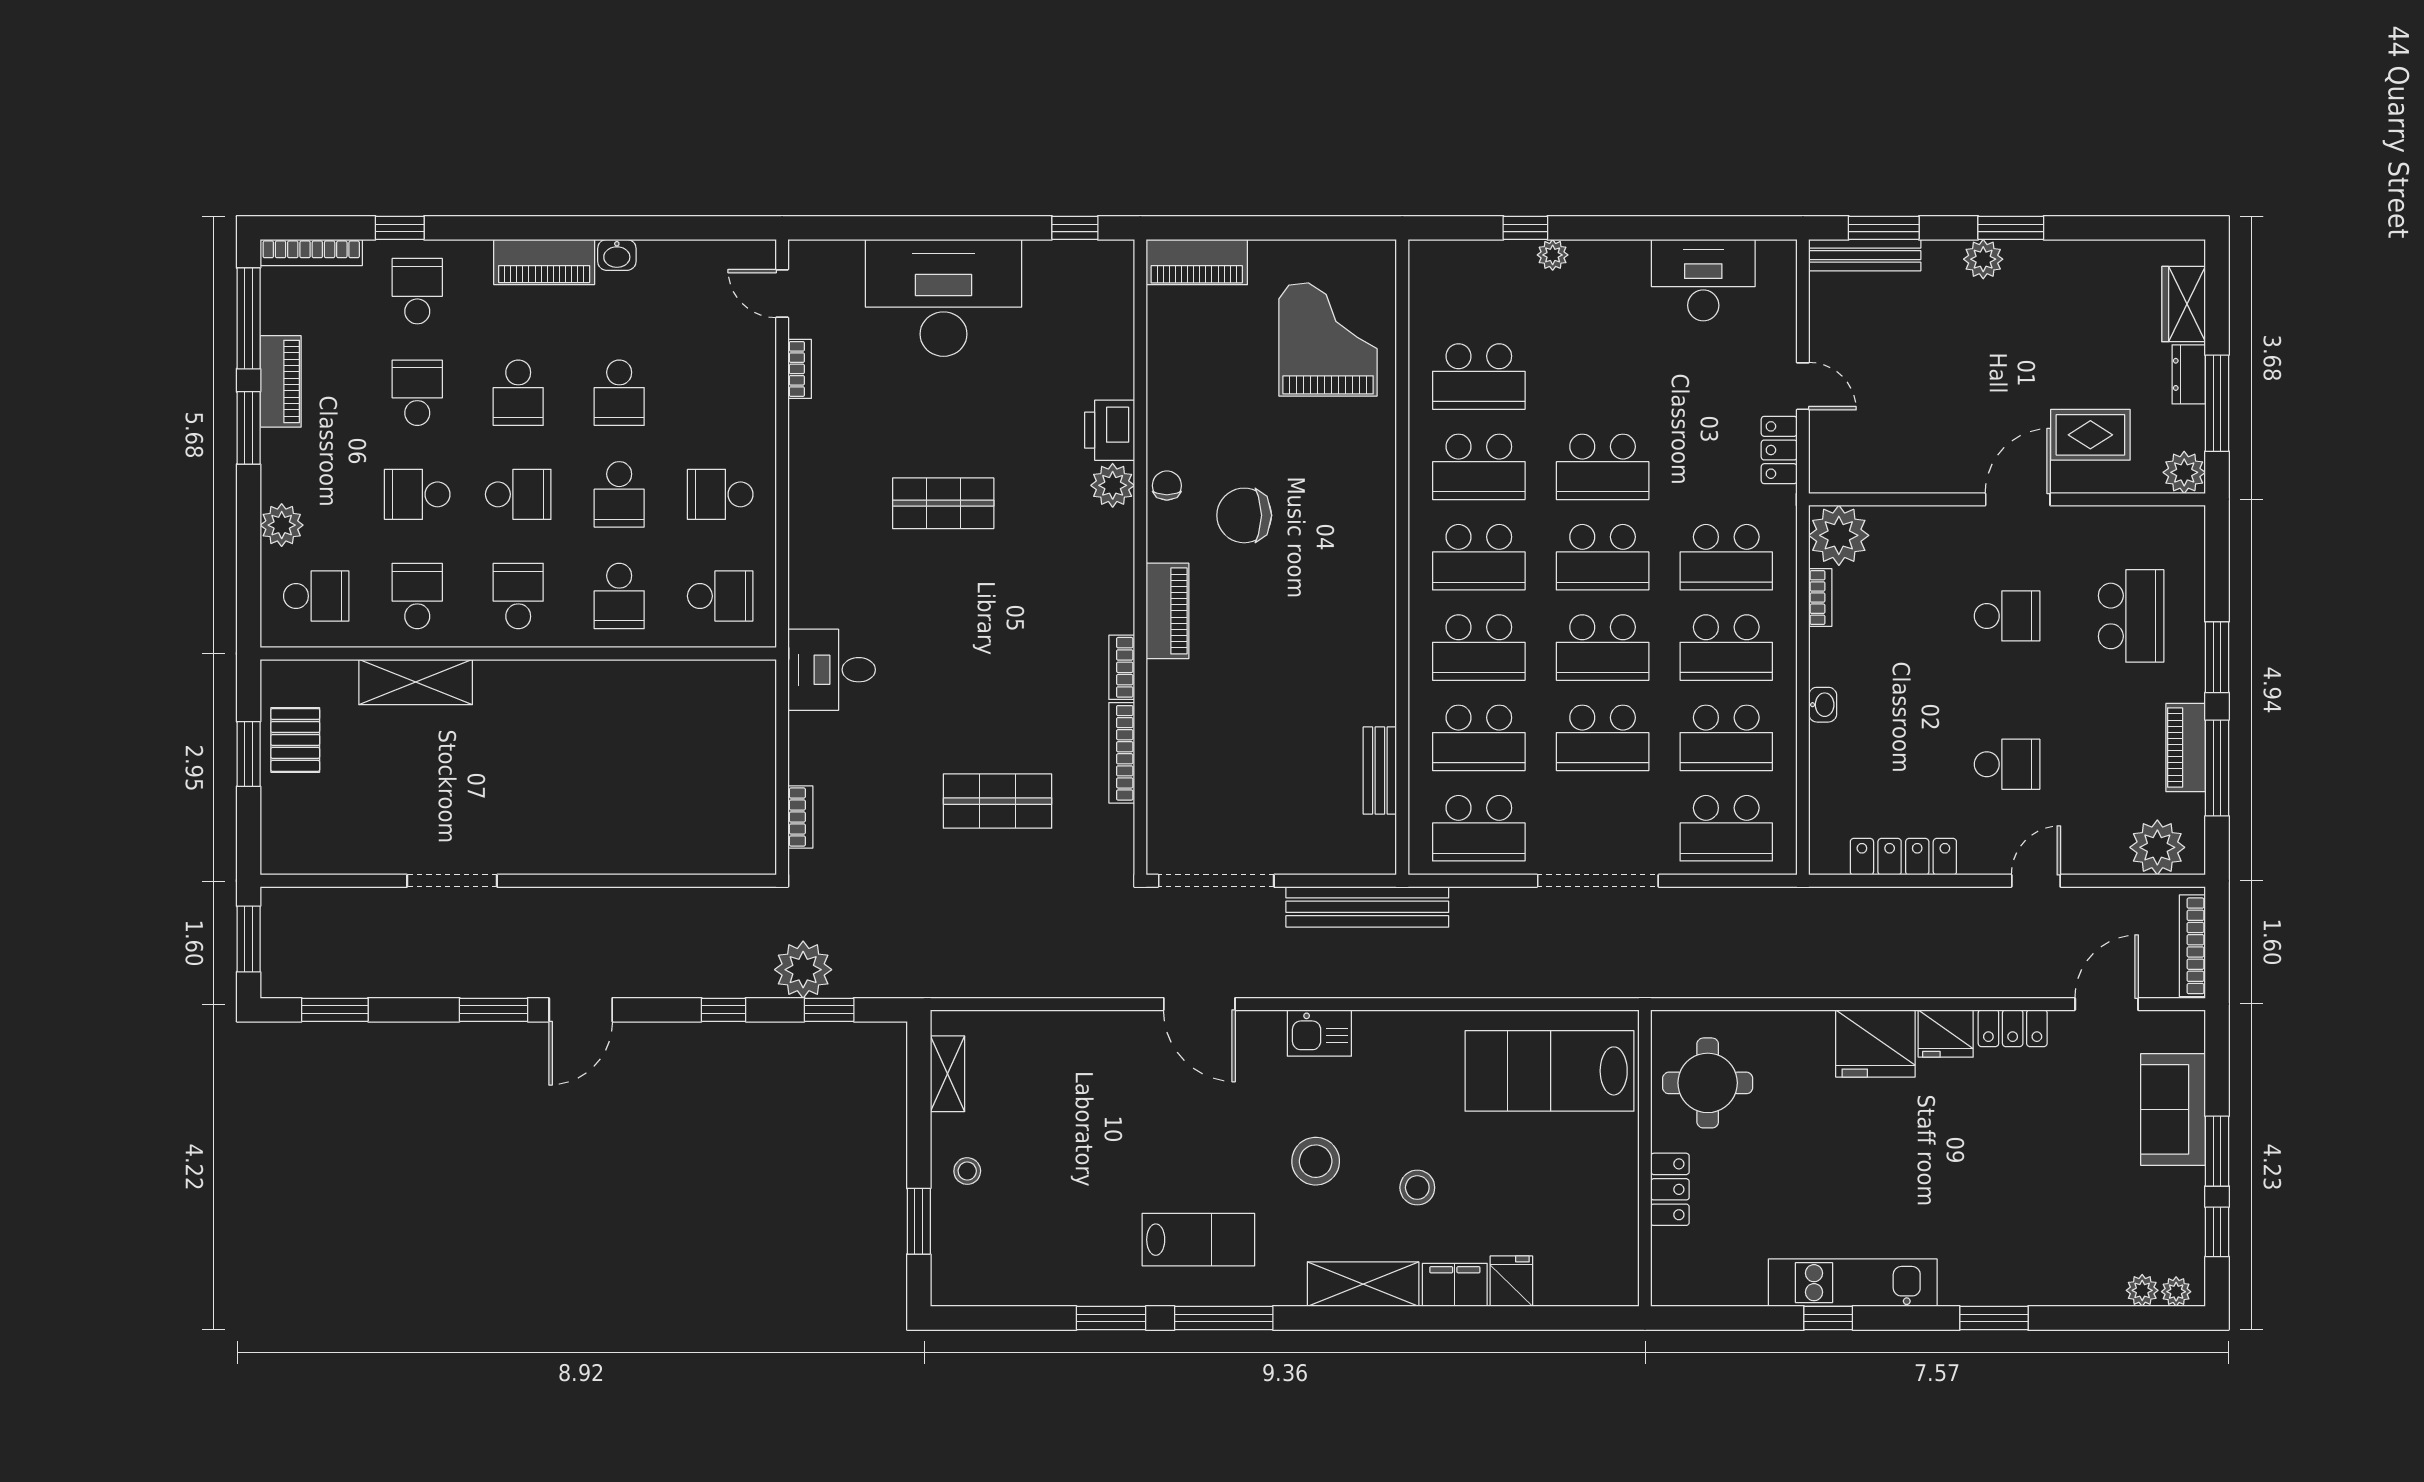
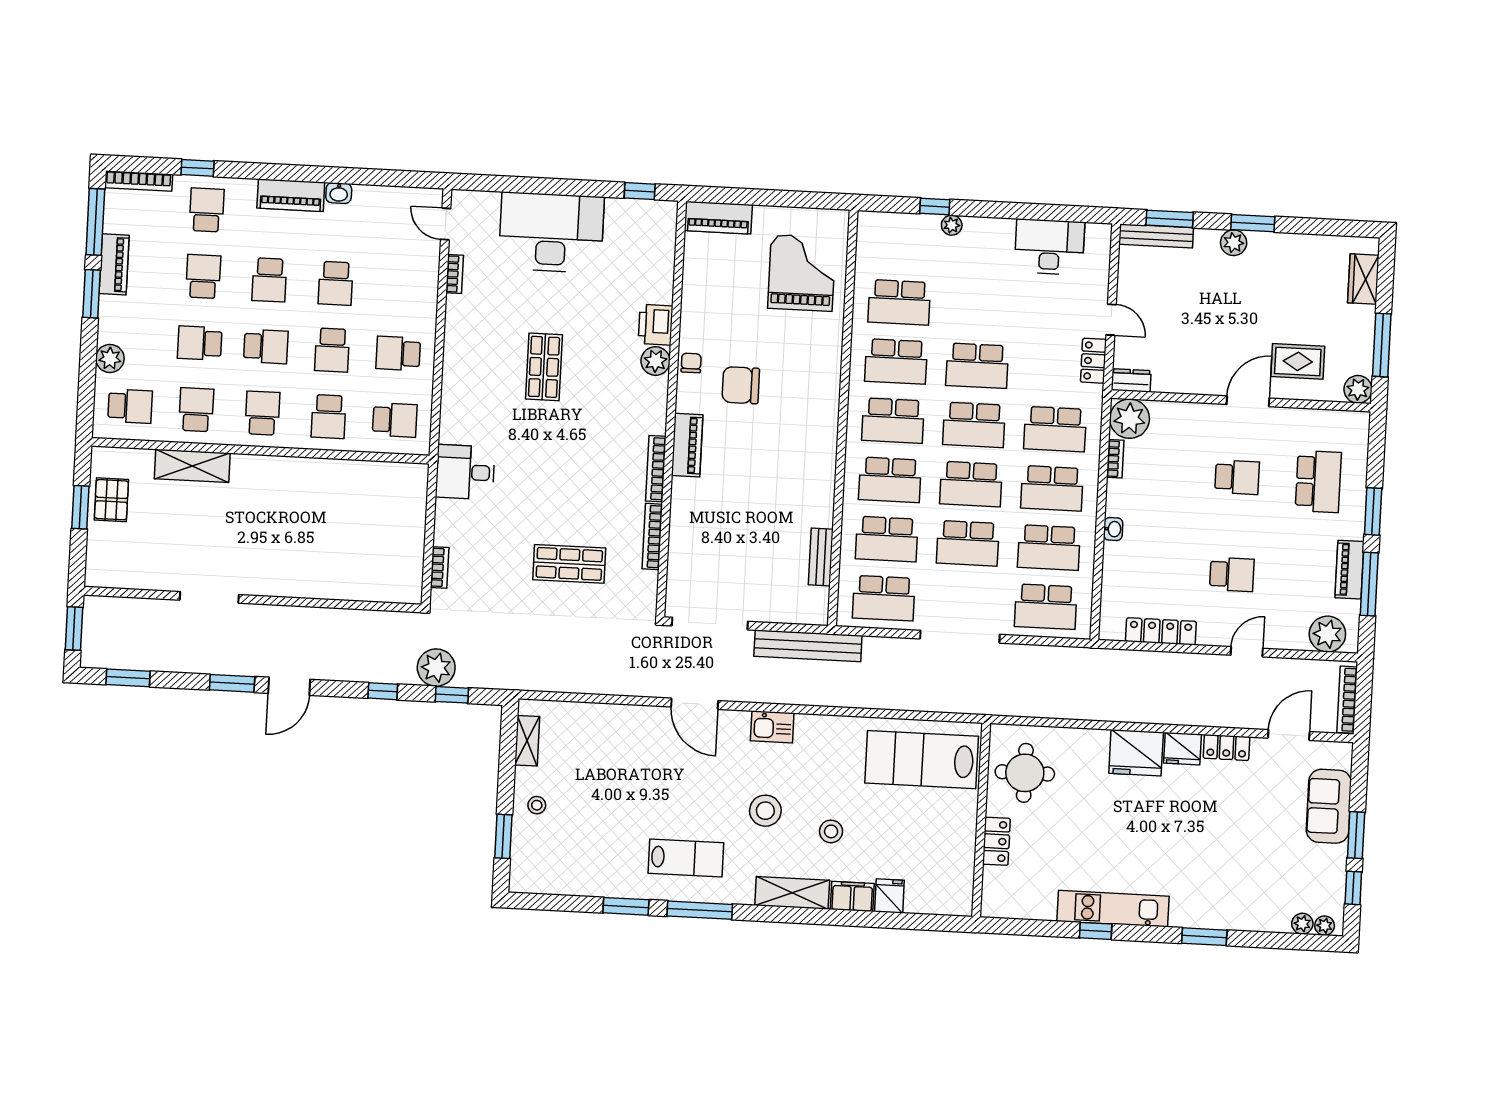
dresser: (2189, 374) -> (1131, 380), moved, turned 90
shop shelf: (943, 503) -> (544, 367), turned 90
bookcase: (1122, 667) -> (656, 469), width x1.56

